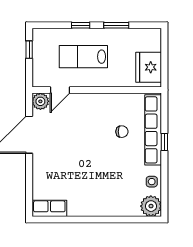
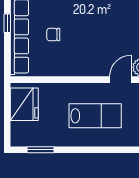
window: (81, 25) -> (98, 150), removed
window: (116, 25) -> (40, 150), moved

